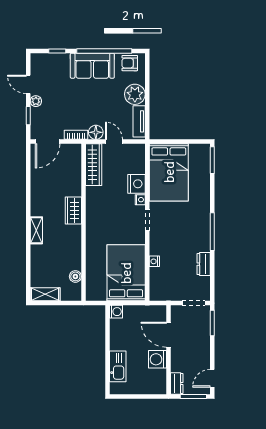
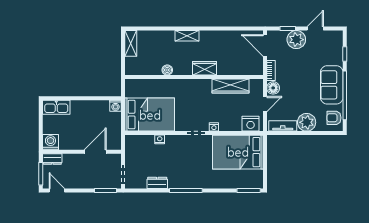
armchair: (130, 63) -> (334, 118), turned -90
plant: (36, 101) -> (296, 40), width x1.88, depth x1.88
wardrobe: (94, 165) -> (230, 86), moved
nightstand: (136, 184) -> (251, 124), moved
boiler: (75, 276) -> (167, 70), moved
washing machine: (157, 359) -> (50, 142), moved
kitchen sink: (118, 366) -> (56, 107), moved

